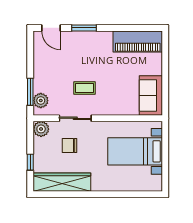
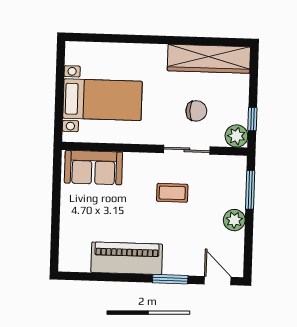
piano: (138, 41) -> (127, 258), moved
sofa: (151, 95) -> (93, 168), moved, turned 90
plant: (41, 101) -> (234, 220), moved
window: (30, 162) -> (252, 119), moved

